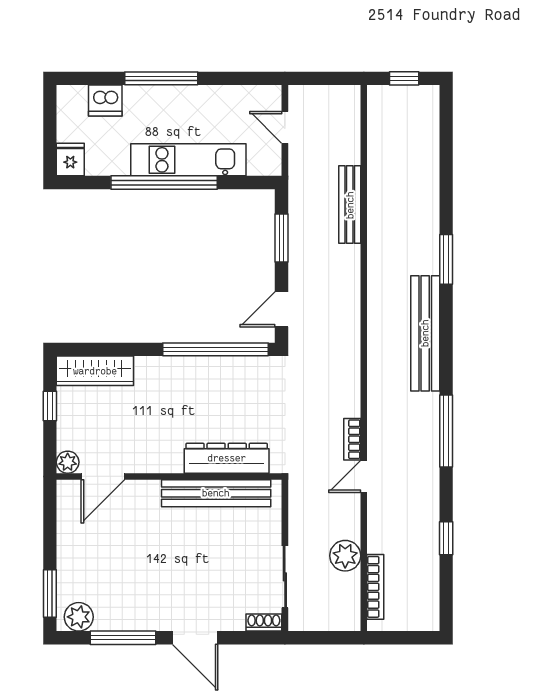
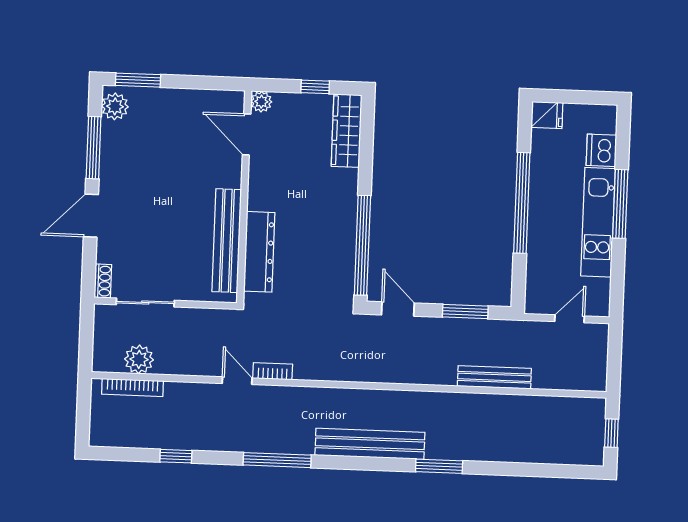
kitchen unit: (188, 160) -> (598, 222), moved, turned 180
plant: (345, 556) -> (139, 359), moved

